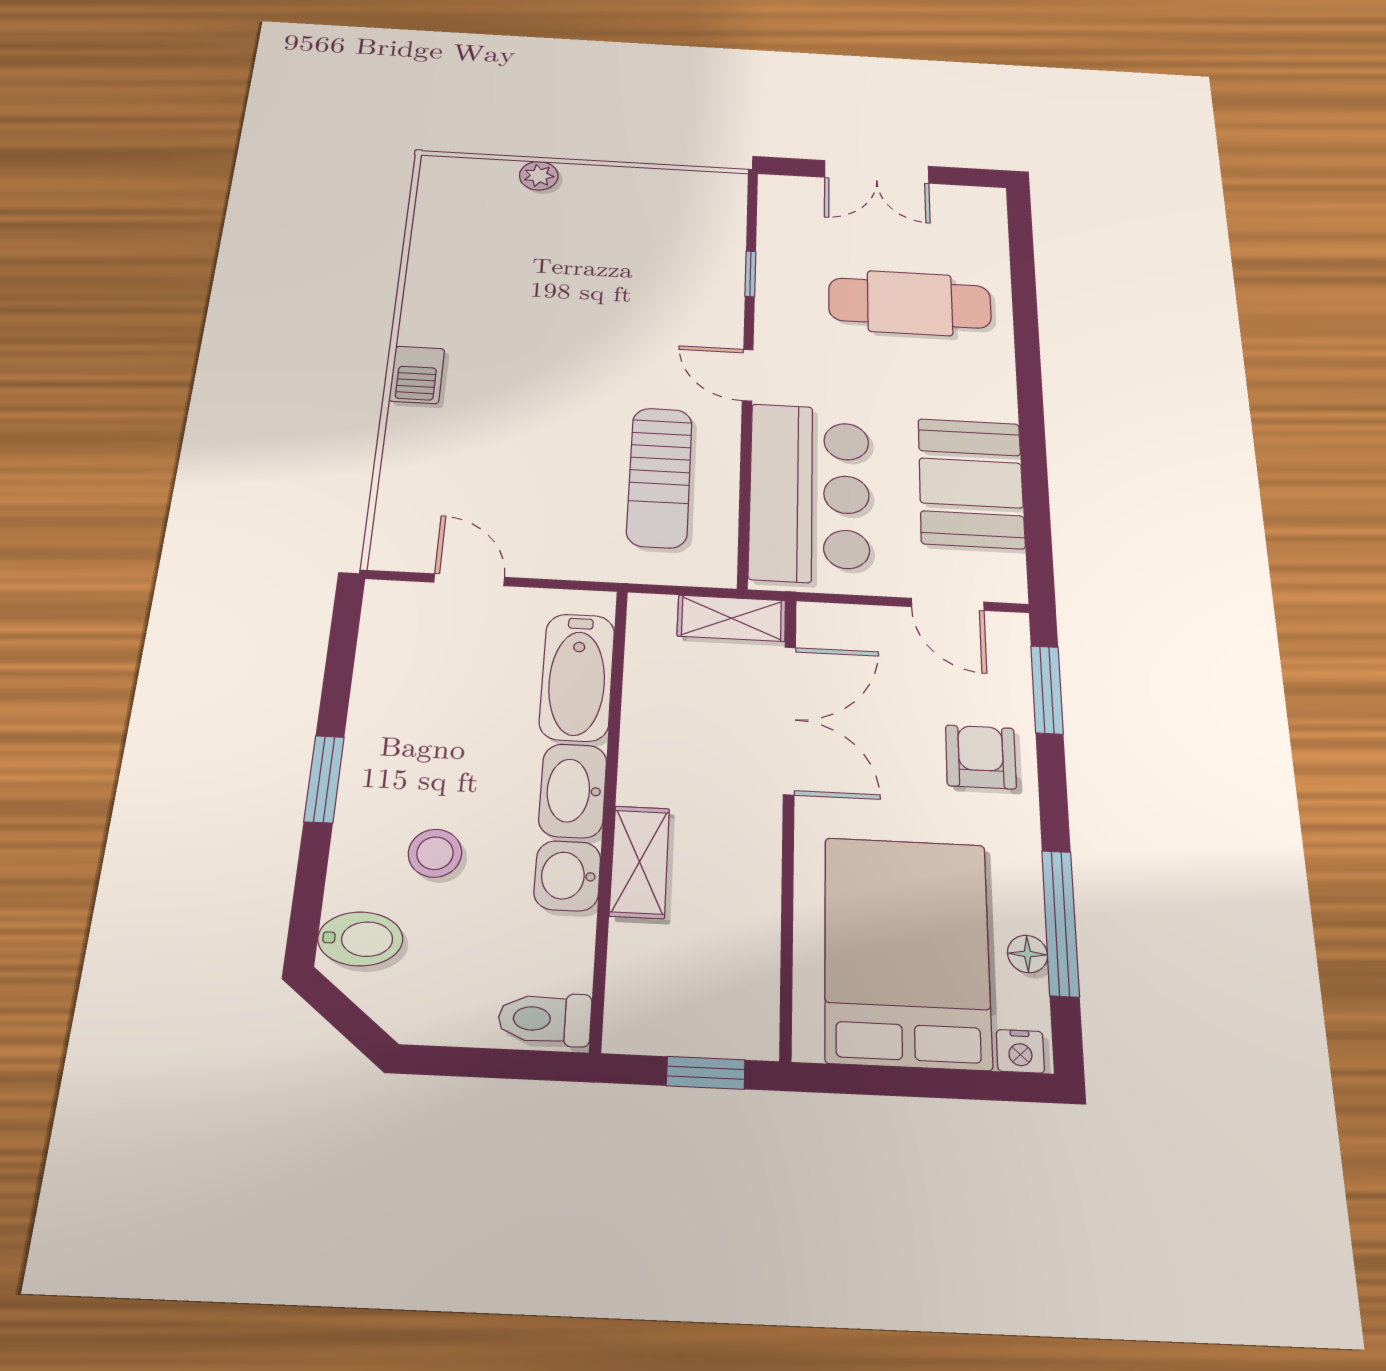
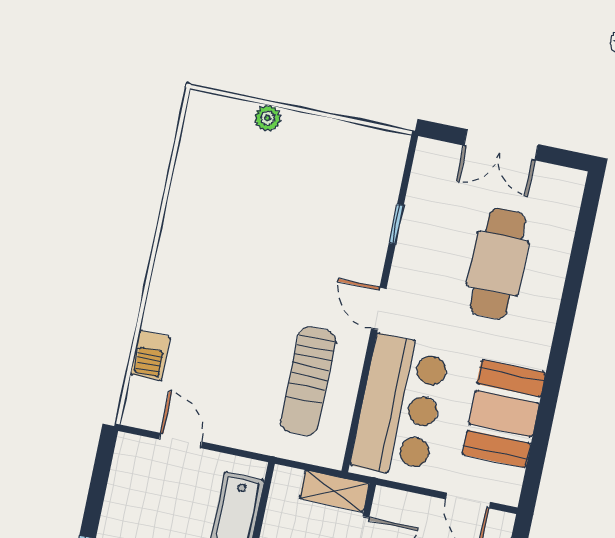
cafe table: (910, 303) -> (498, 264), turned 90
barbecue: (417, 375) -> (150, 355), moved

